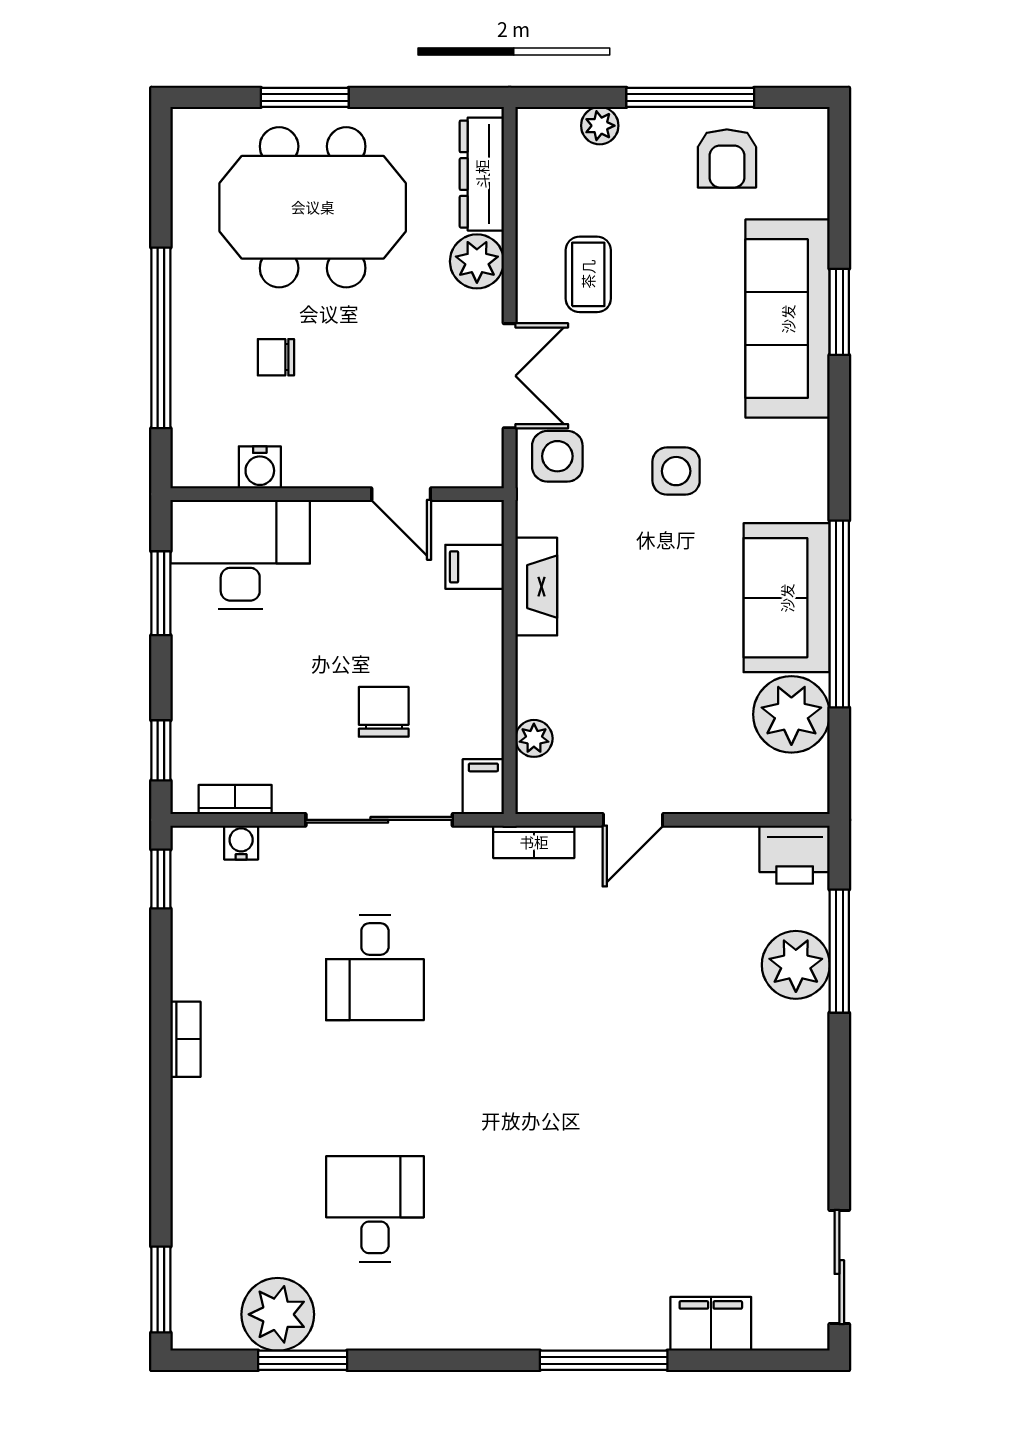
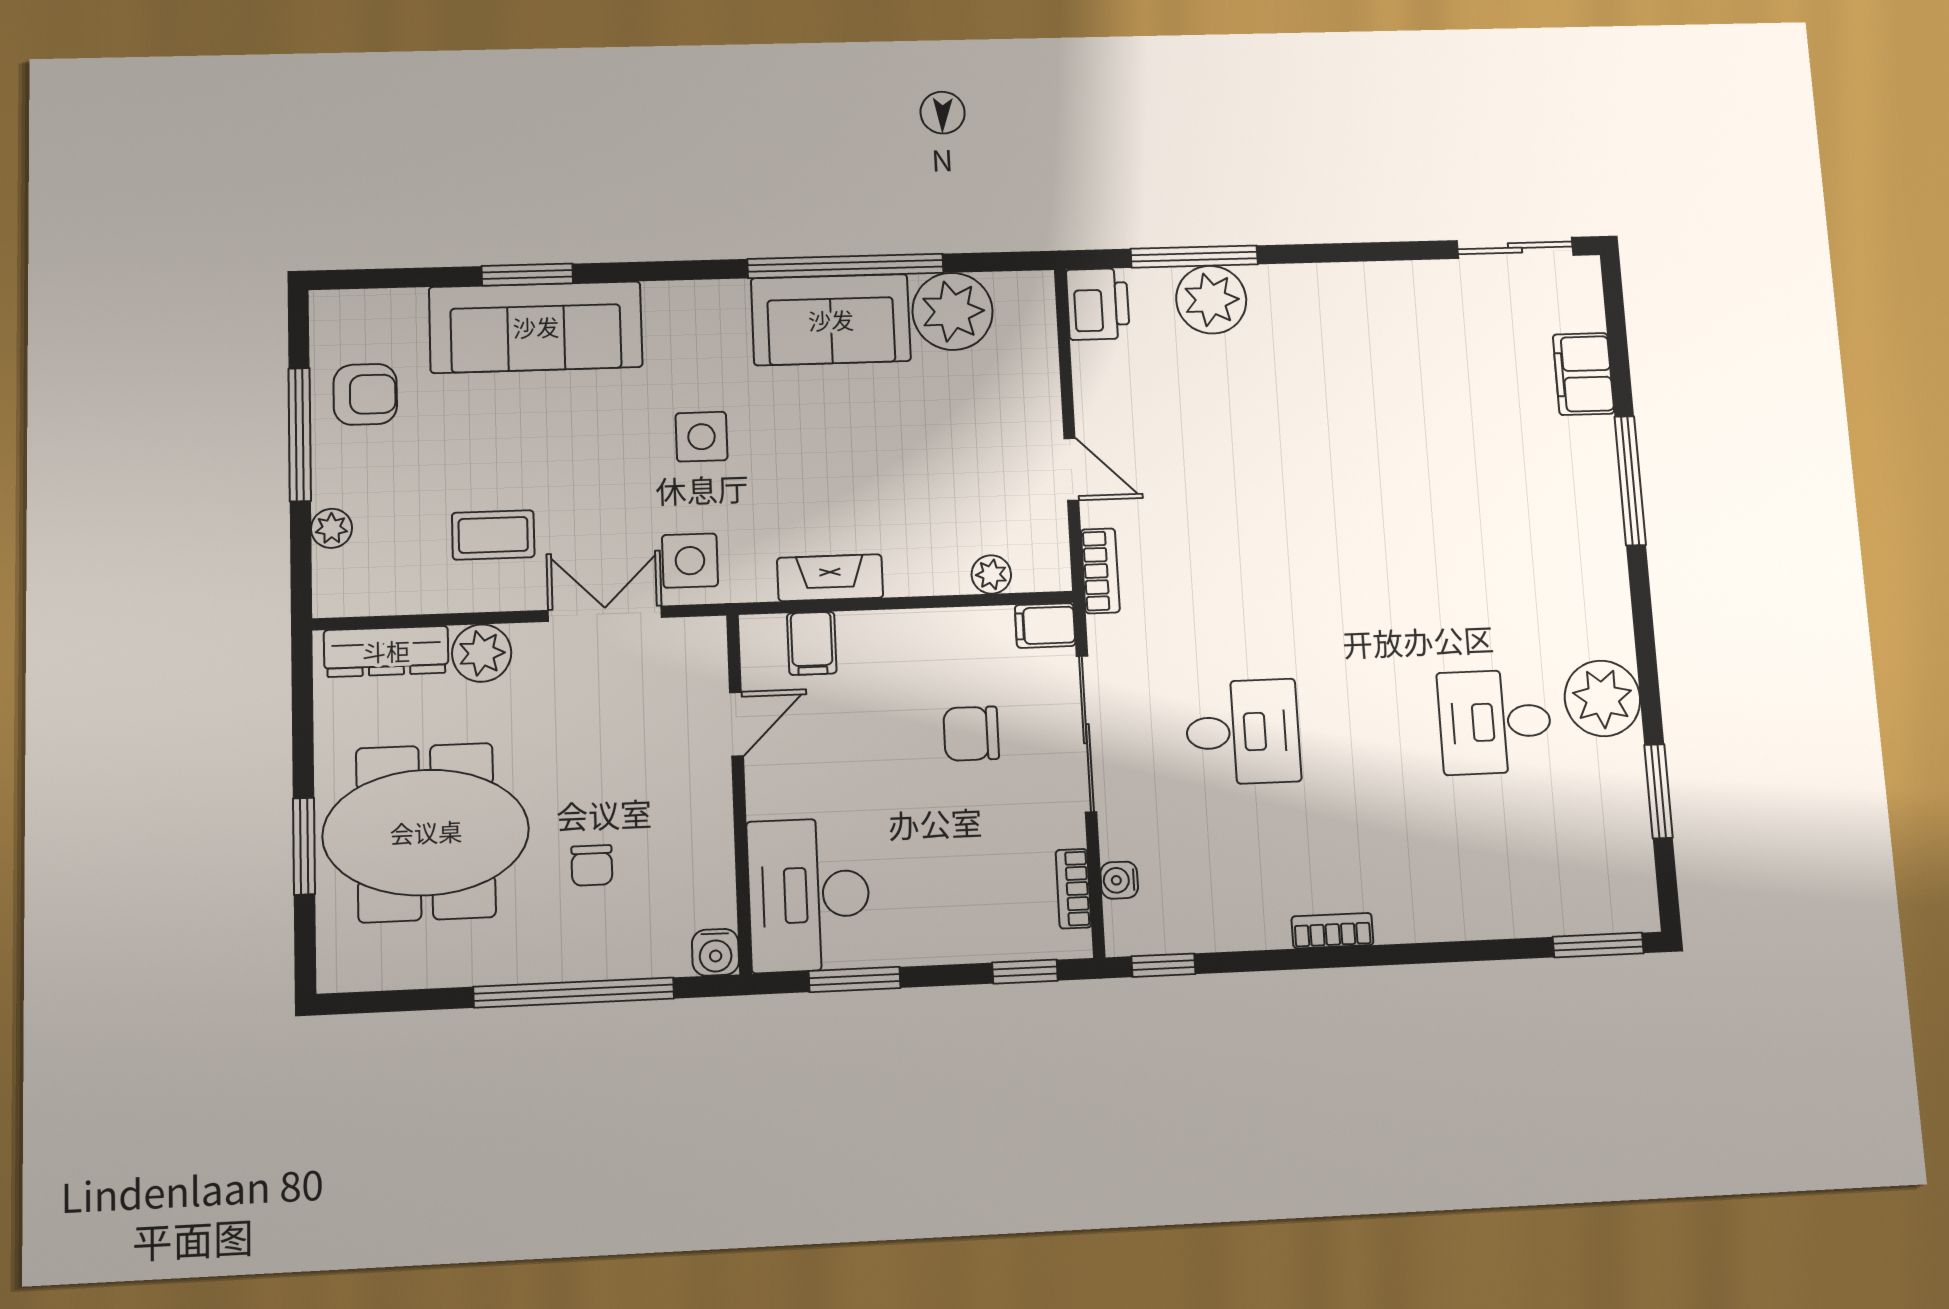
meeting table: (313, 207) -> (426, 832), turned 90
water cooler: (260, 467) -> (715, 952), moved, turned 90
plant: (278, 1314) -> (1602, 698), moved

